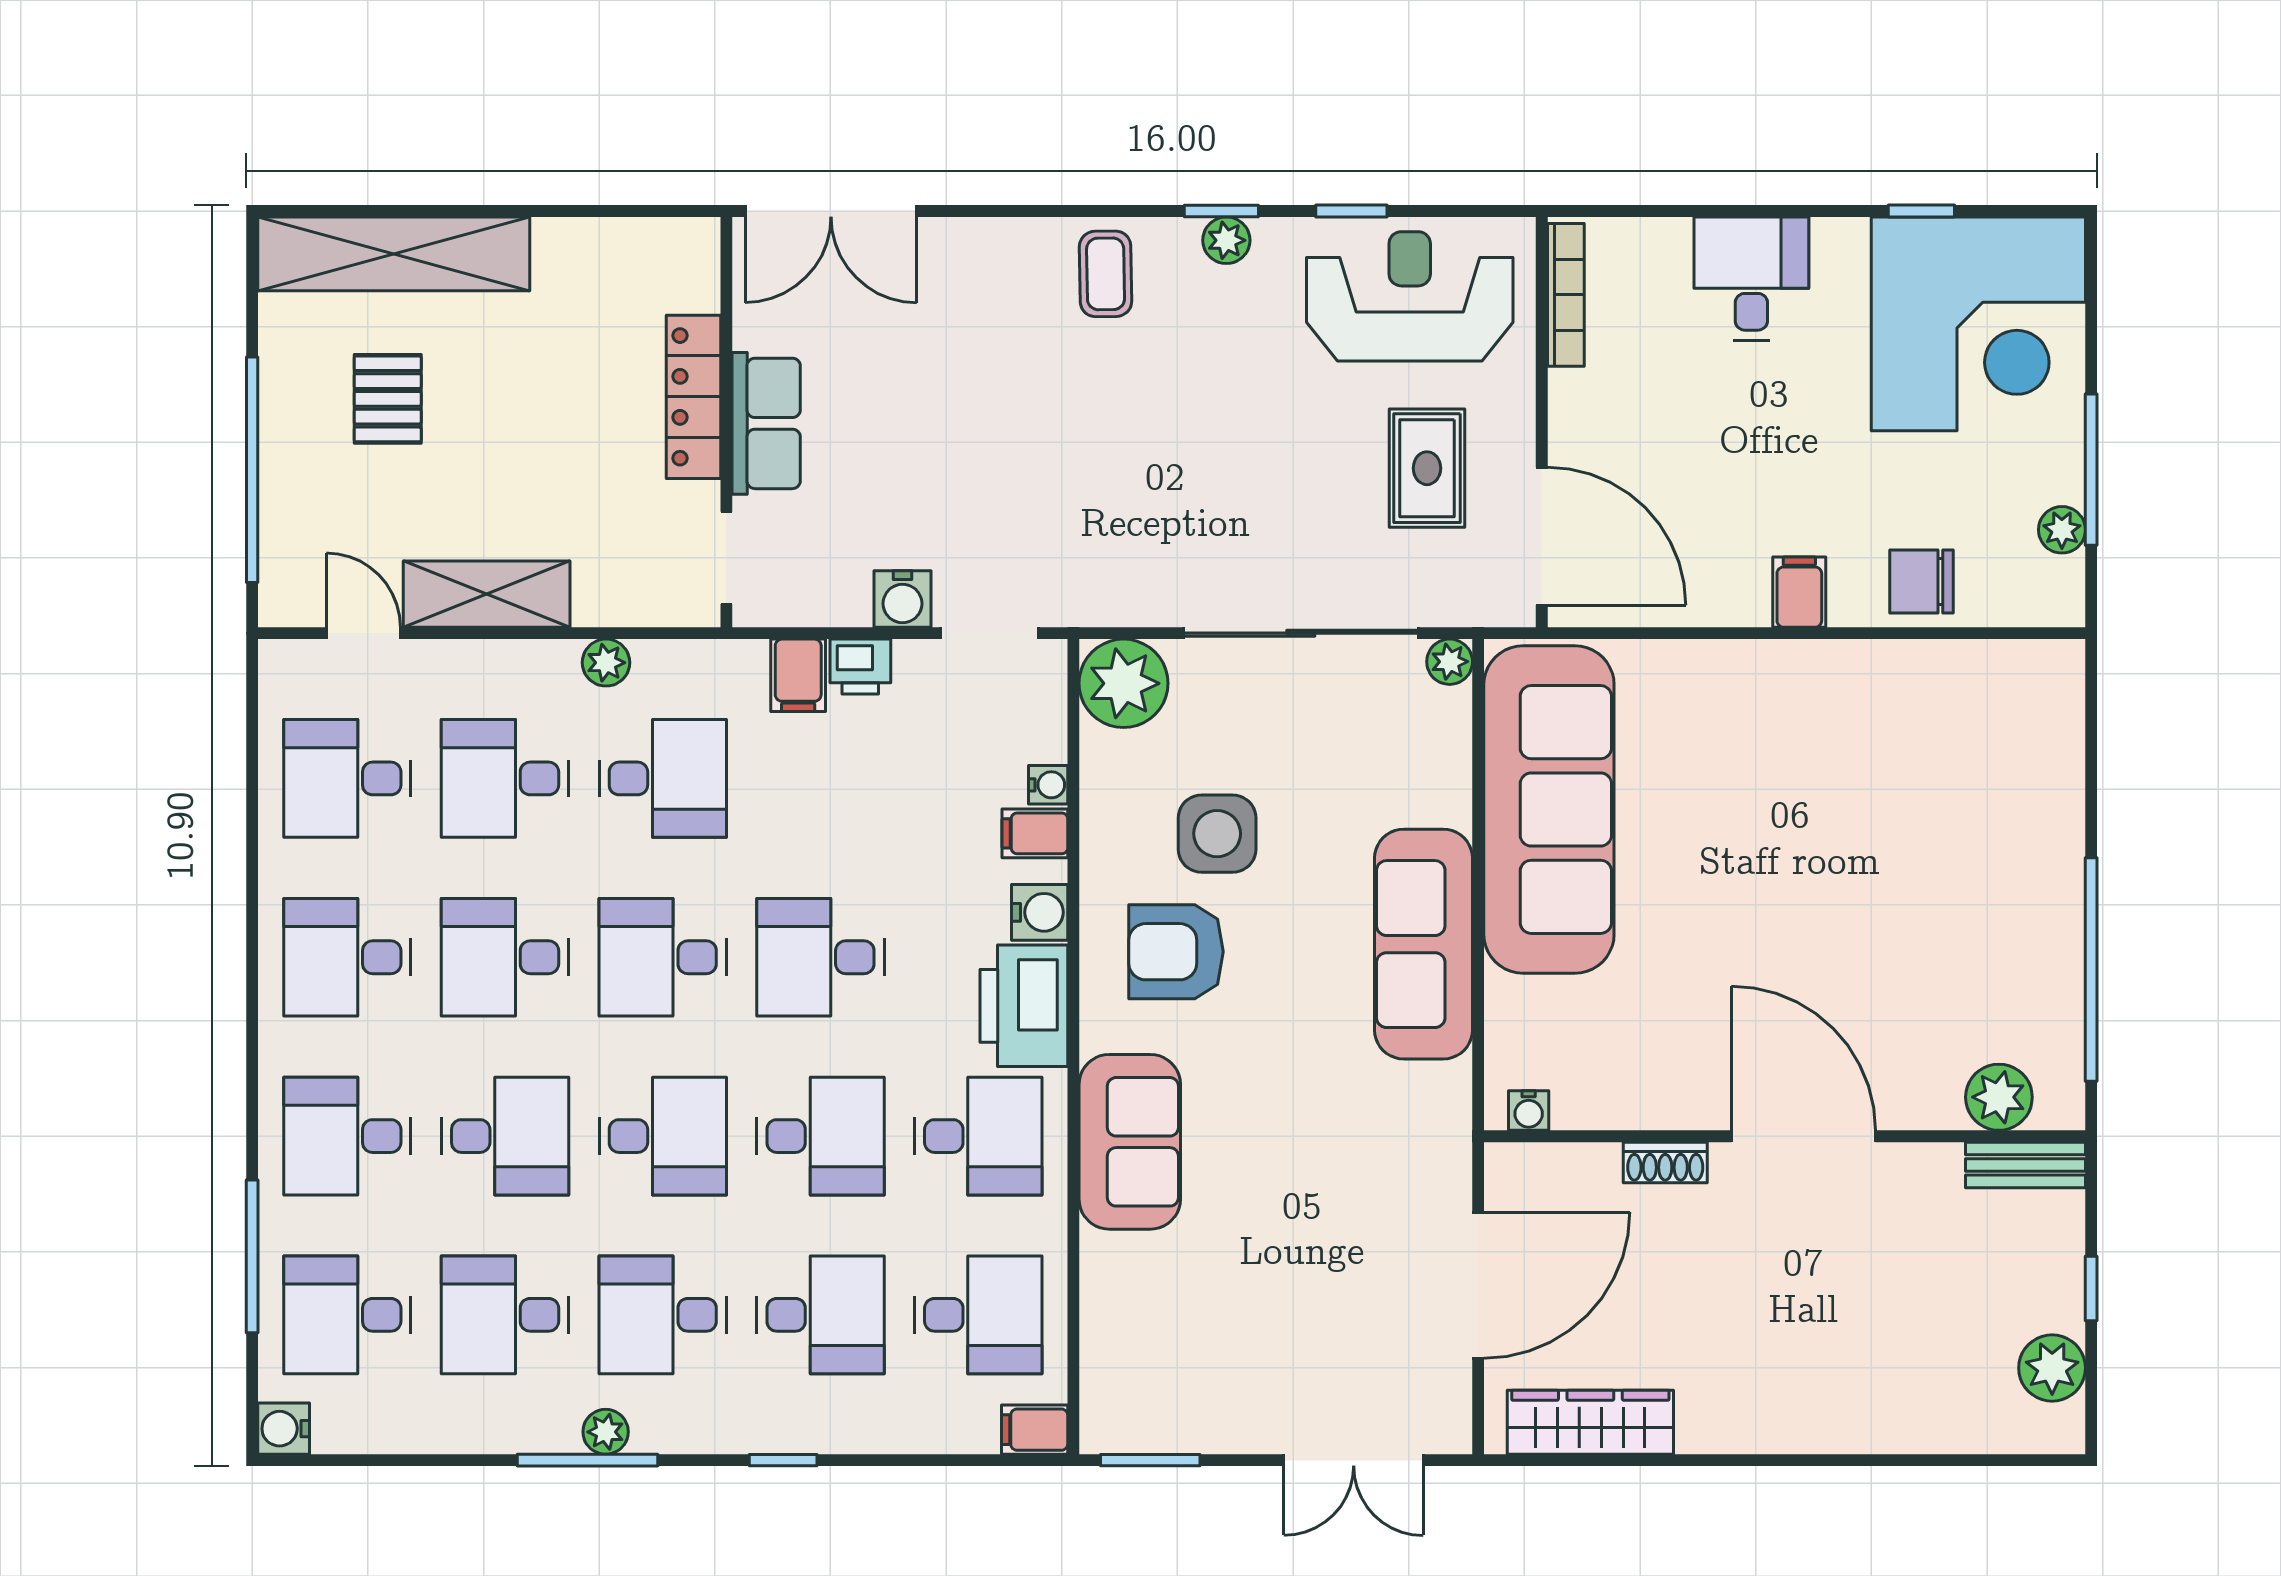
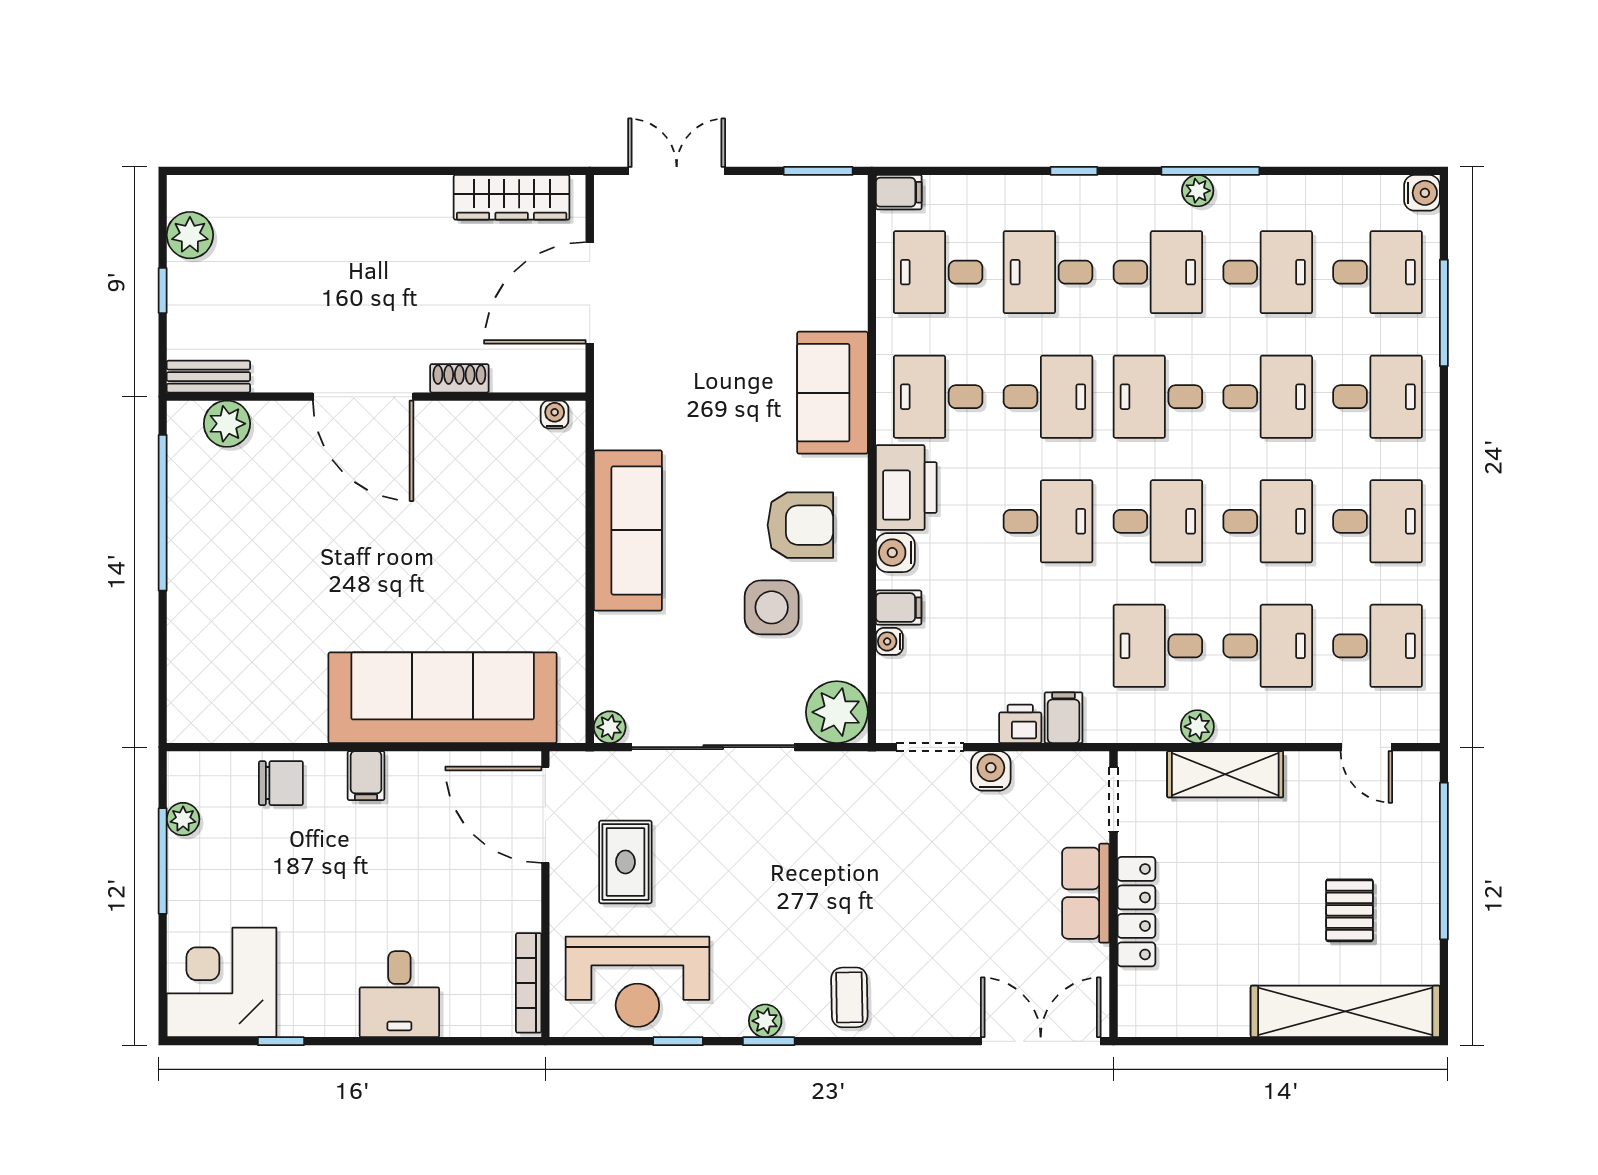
corner desk: (1978, 324) -> (222, 982), width x0.74, depth x0.74
shelving: (487, 594) -> (1225, 774), moved
sofa: (1549, 809) -> (443, 698), moved, turned 90
desk: (505, 1136) -> (1268, 397), turned 180
desk: (820, 1136) -> (1048, 397), turned 180

